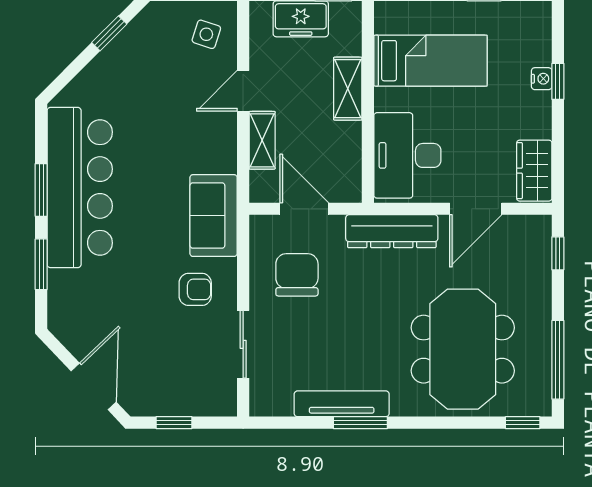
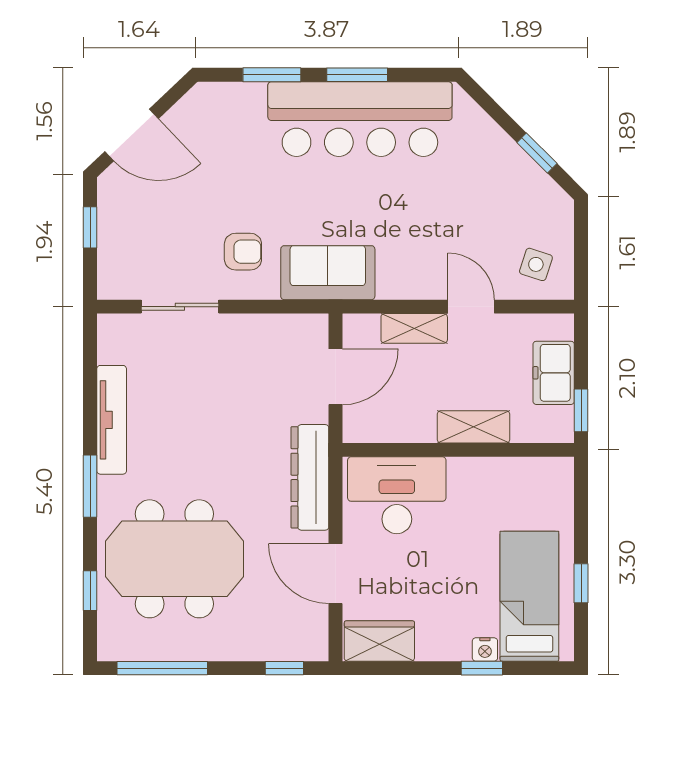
bed: (430, 61) -> (529, 596), moved, turned 180
chair: (297, 275) -> (260, 368), removed
armchair: (195, 289) -> (243, 252), turned -90
window: (360, 423) -> (90, 486), moved
window: (523, 423) -> (90, 591), moved

